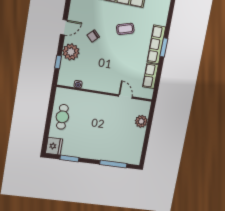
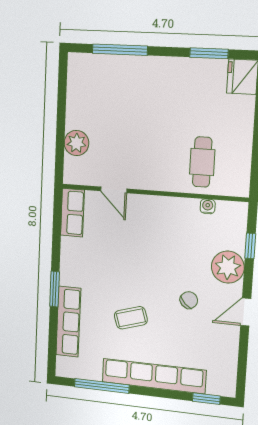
row of seats: (156, 44) -> (68, 322), moved
row of seats: (150, 76) -> (72, 213), moved
cafe table: (62, 117) -> (202, 162), moved

